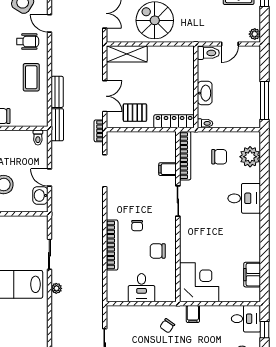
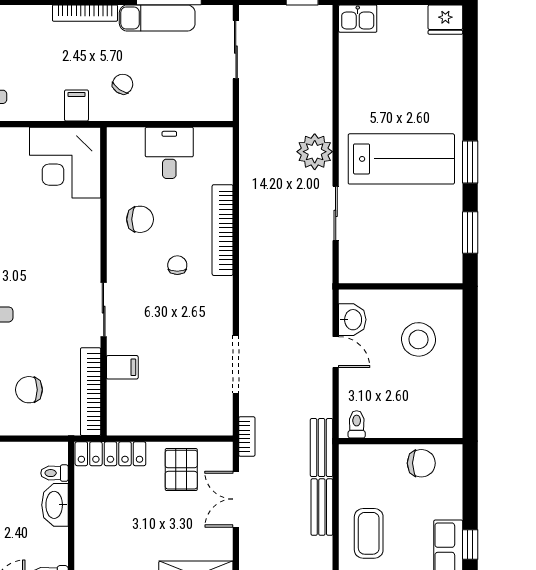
pallet: (135, 113) -> (181, 470), turned 90
toilet: (205, 123) -> (54, 473), moved
plant: (56, 288) -> (315, 152), width x1.88, depth x1.88

